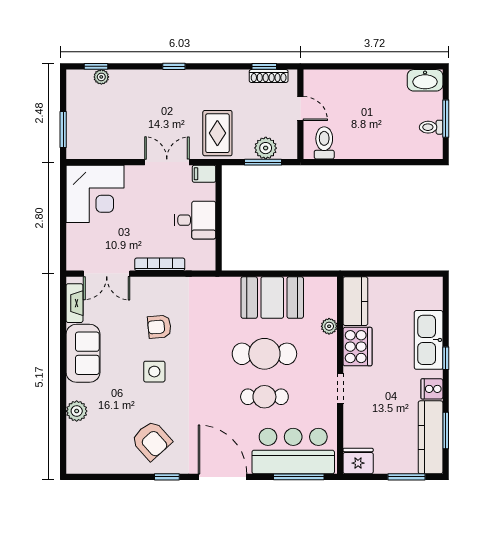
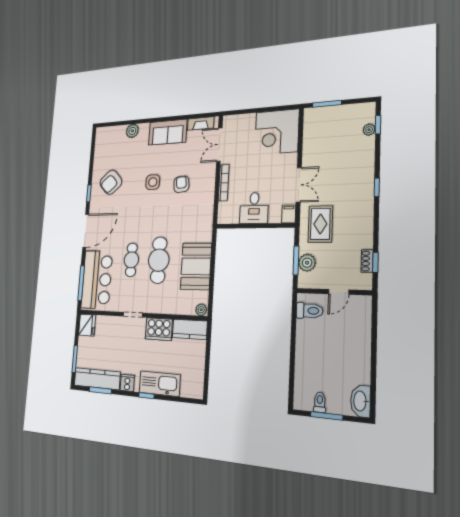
shoe rack: (269, 76) -> (367, 261), width x0.70
rug: (217, 133) -> (320, 224), turned 90
plant: (329, 326) -> (201, 310), moved

